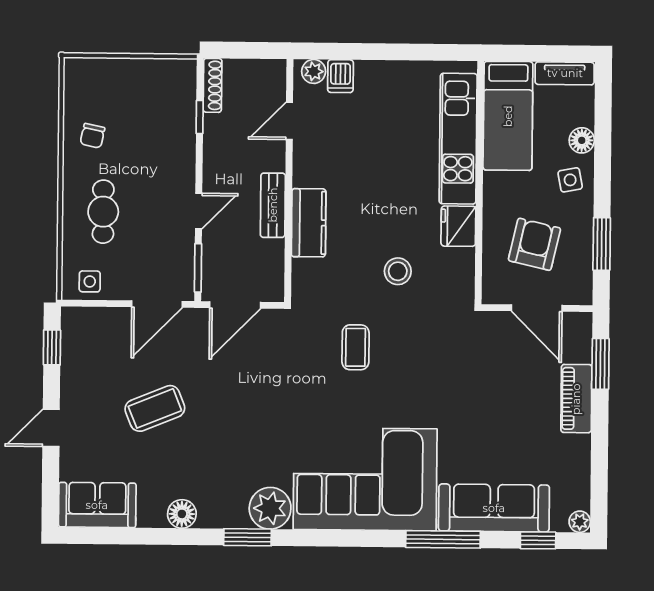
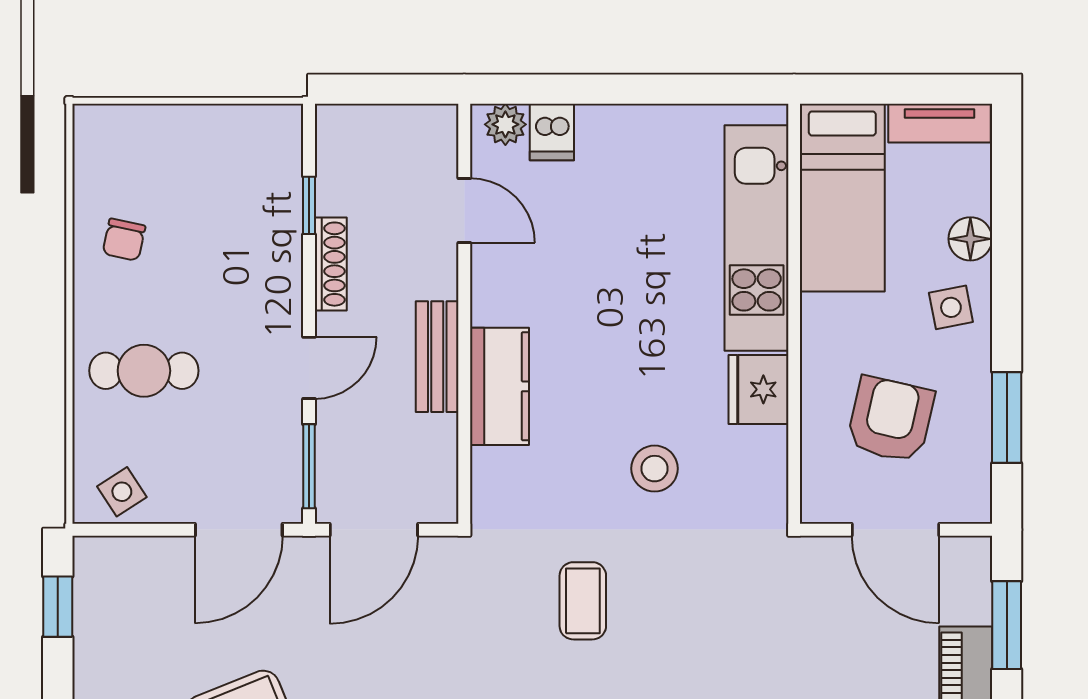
shoe rack: (212, 85) -> (331, 264), moved
door: (289, 121) -> (464, 210), swing flipped
cafe table: (103, 212) -> (144, 371), turned 90
side table: (90, 281) -> (122, 492), turned -33

